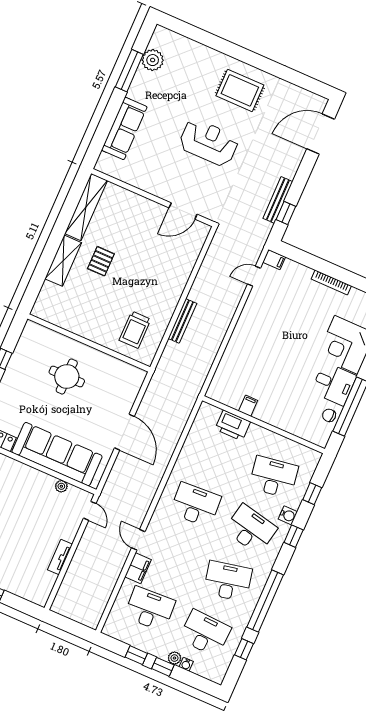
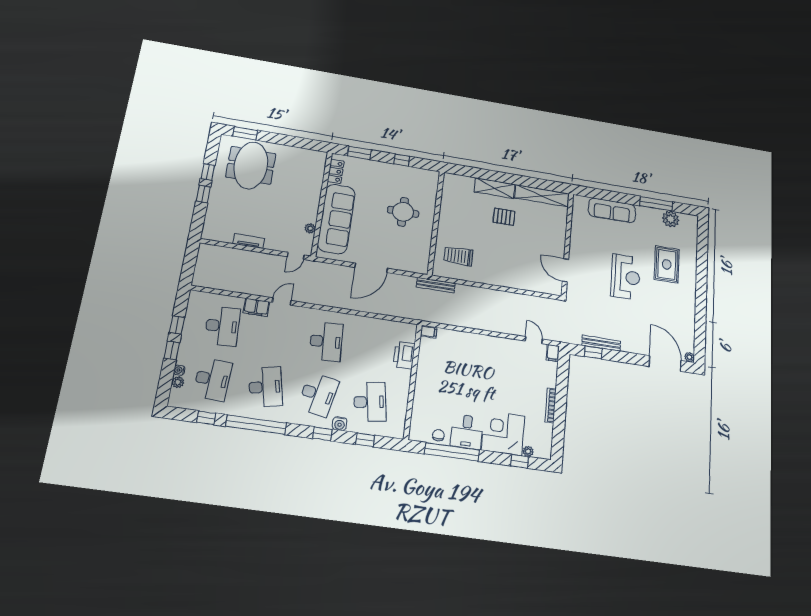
rug: (240, 90) -> (667, 264), moved
plant: (321, 102) -> (689, 357), added
bench: (182, 321) -> (436, 285), moved
filing cabinet: (248, 406) -> (429, 332), moved
plant: (174, 658) -> (178, 382), moved

